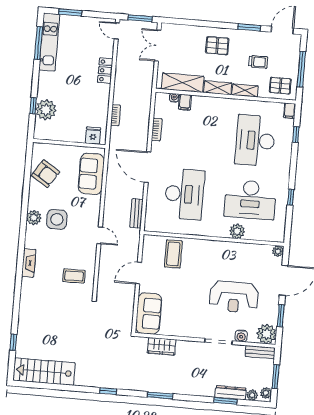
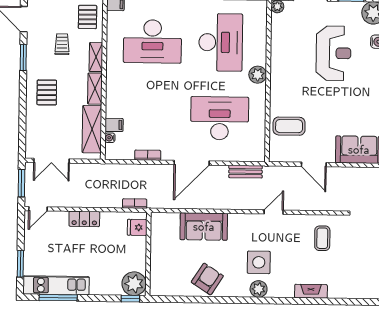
fridge: (93, 136) -> (137, 227), moved
wall: (69, 144) -> (148, 254), moved
plant: (237, 231) -> (258, 75), moved

